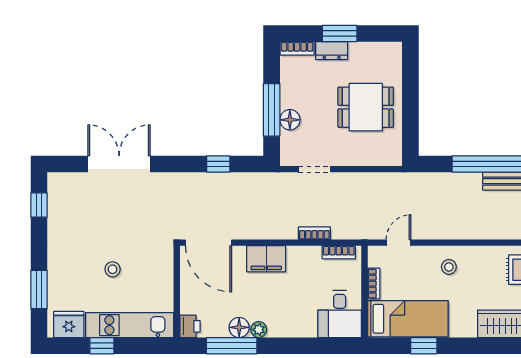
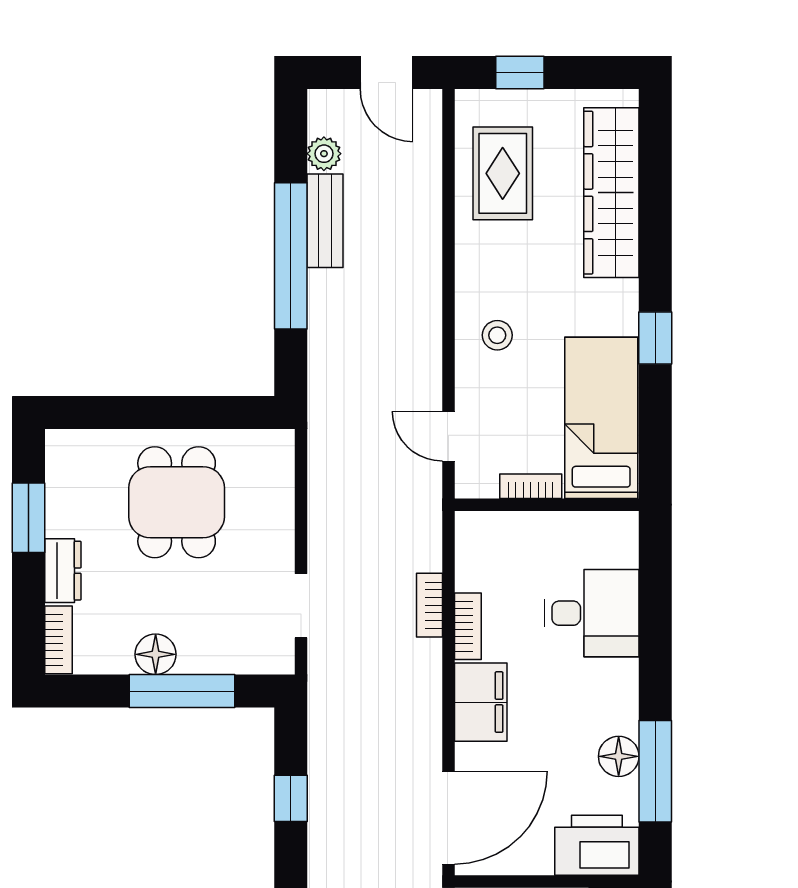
window: (340, 33) -> (29, 518), moved
floor lamp: (290, 120) -> (156, 654), moved
bookcase: (339, 252) -> (468, 626), moved
desk: (340, 314) -> (592, 613), moved
printer: (190, 326) -> (597, 845), width x1.87, depth x1.48
plant: (259, 330) -> (623, 717), removed
window: (424, 346) -> (655, 338), moved

